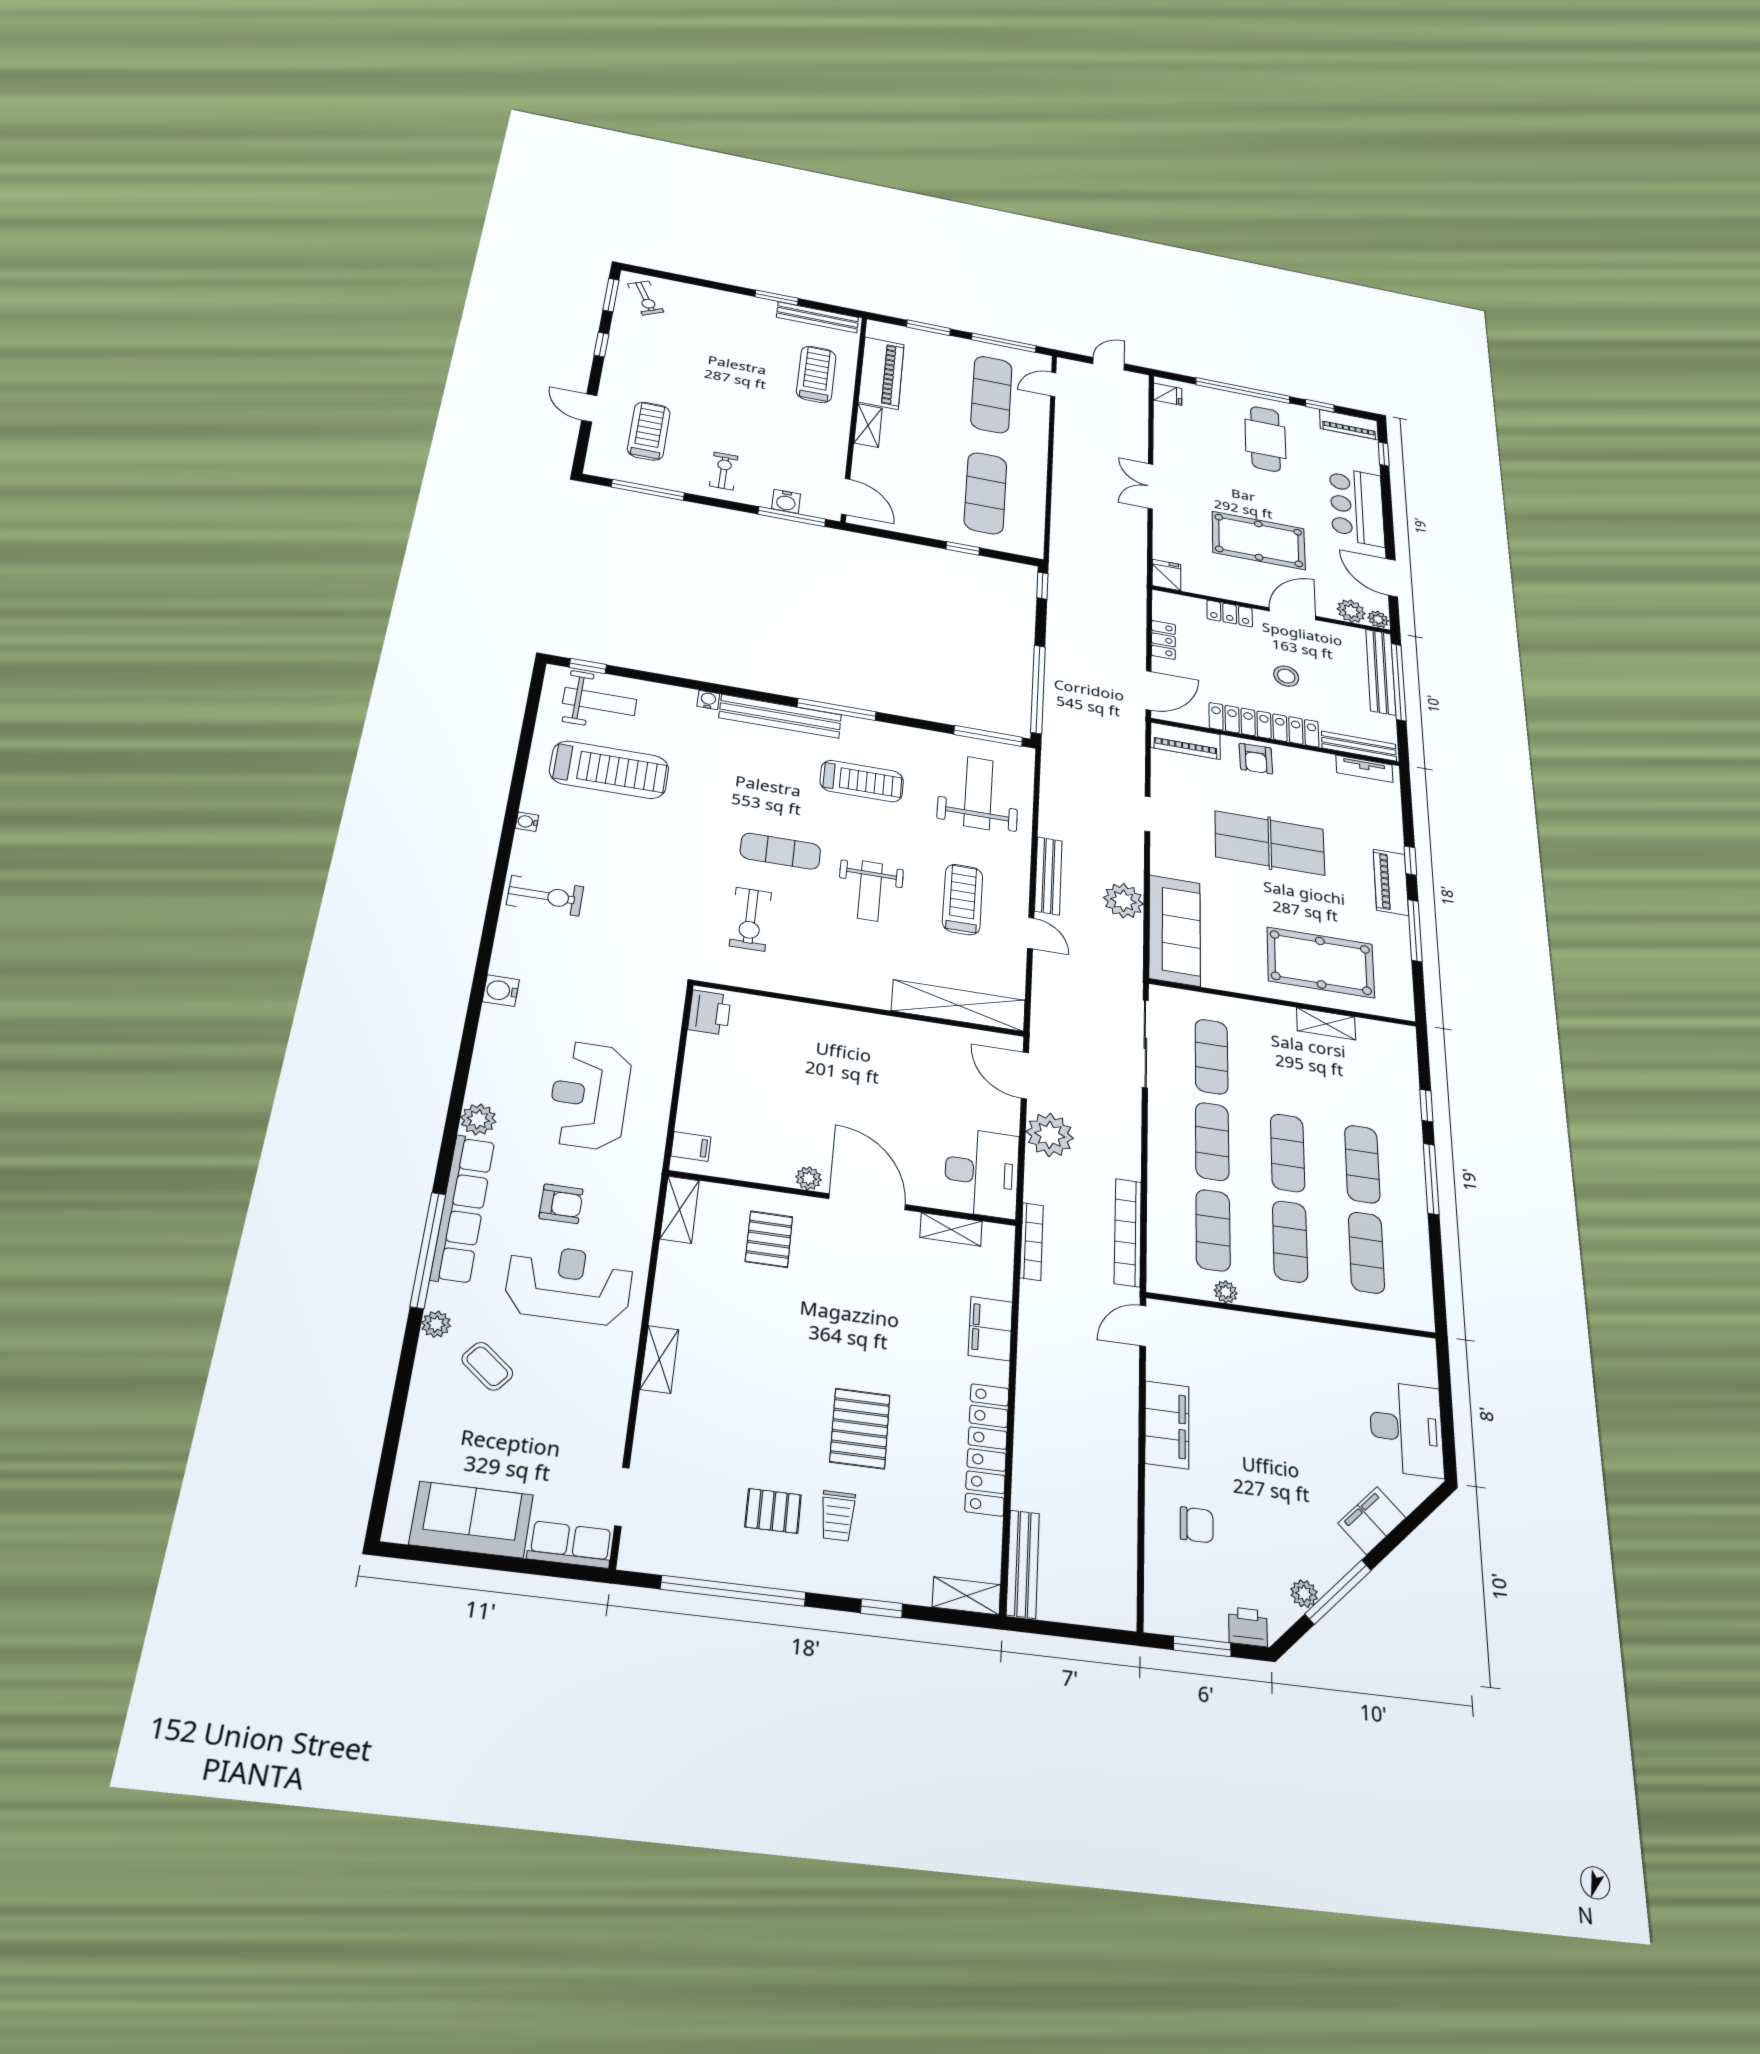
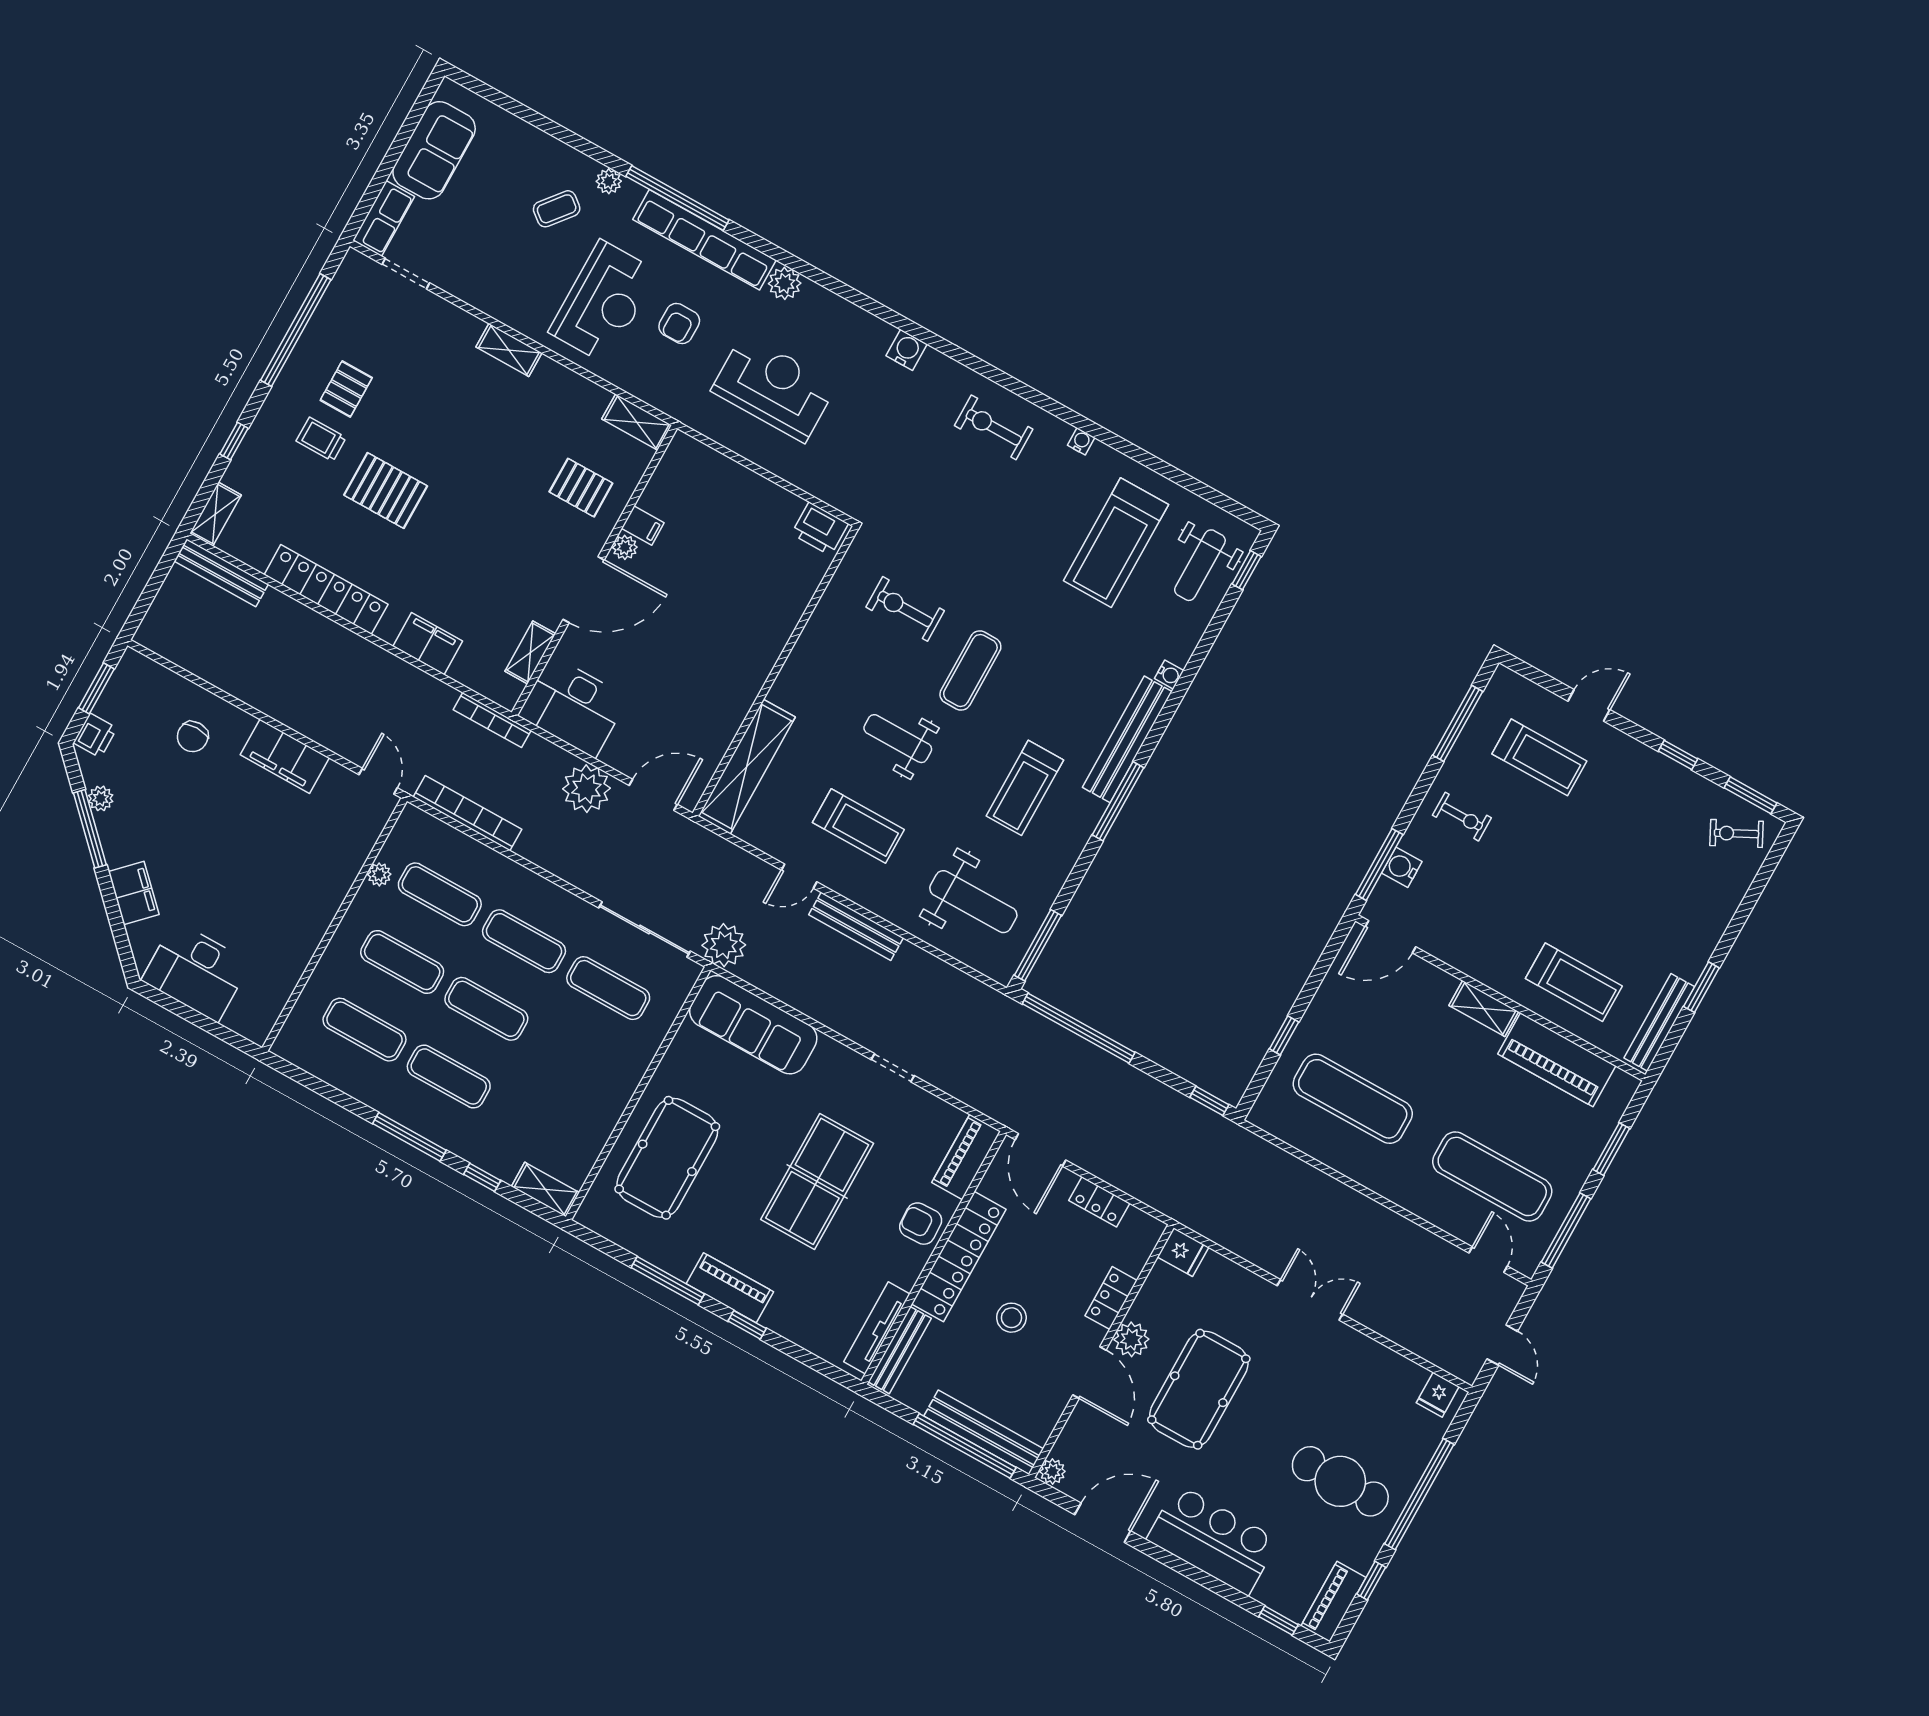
plant: (1351, 611) -> (1131, 1339), moved
tv unit: (1364, 769) -> (877, 1328), width x1.41
exercise bike: (545, 896) -> (994, 427), turned 90
plant: (1123, 901) -> (724, 945), moved
shelving: (1326, 1024) -> (545, 1190), moved, turned 90
filing cabinet: (691, 1146) -> (643, 526), moved, turned -90

